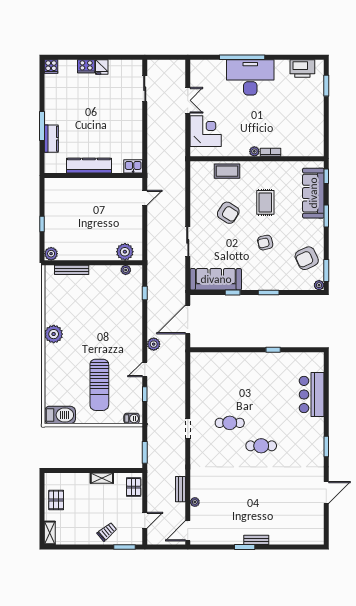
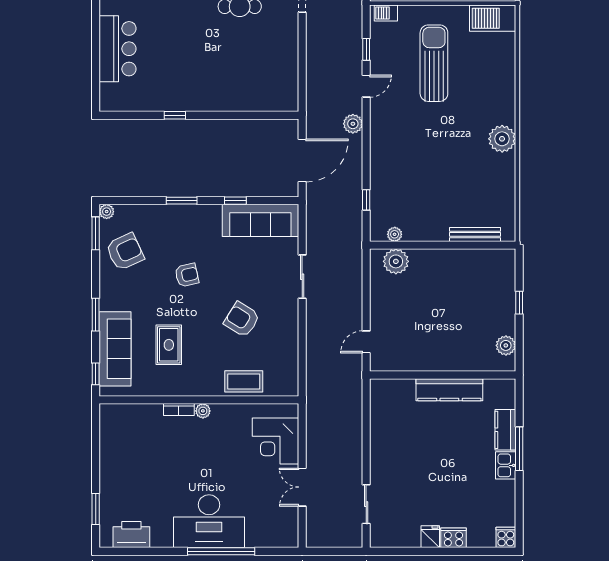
kitchen sink: (133, 166) -> (506, 465), moved, turned 90
rug: (265, 202) -> (169, 345), moved
plant: (51, 254) -> (506, 345), moved

